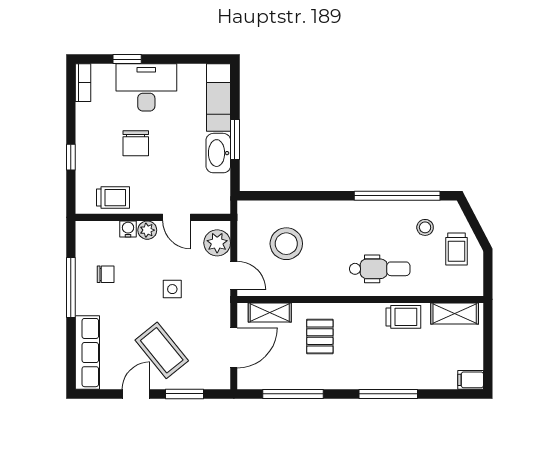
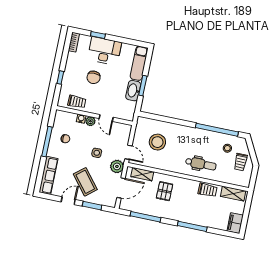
plant: (217, 243) -> (117, 166), moved
filing cabinet: (471, 380) -> (235, 223), width x2.00

